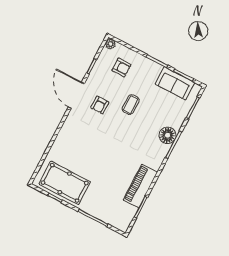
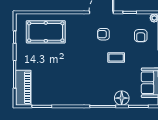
floor lamp: (168, 135) -> (122, 98), moved
pool table: (65, 183) -> (46, 32), moved, turned 90
piano: (140, 186) -> (23, 88), moved, turned 90

